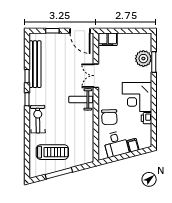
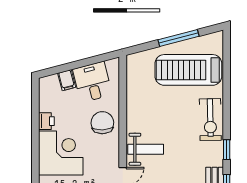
treadmill: (52, 152) -> (188, 70), width x1.37, depth x1.38

